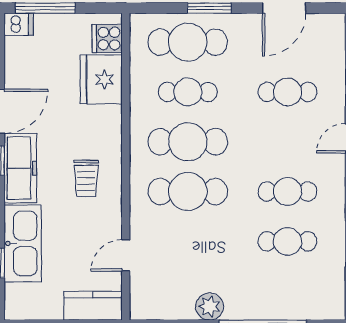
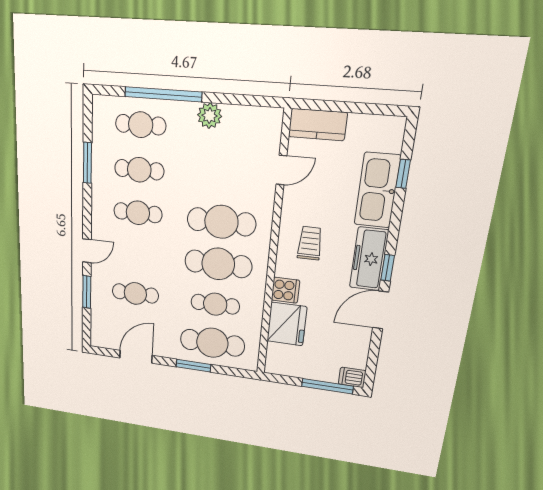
cooker: (107, 39) -> (285, 290), moved
cafe table: (287, 291) -> (141, 125), added

